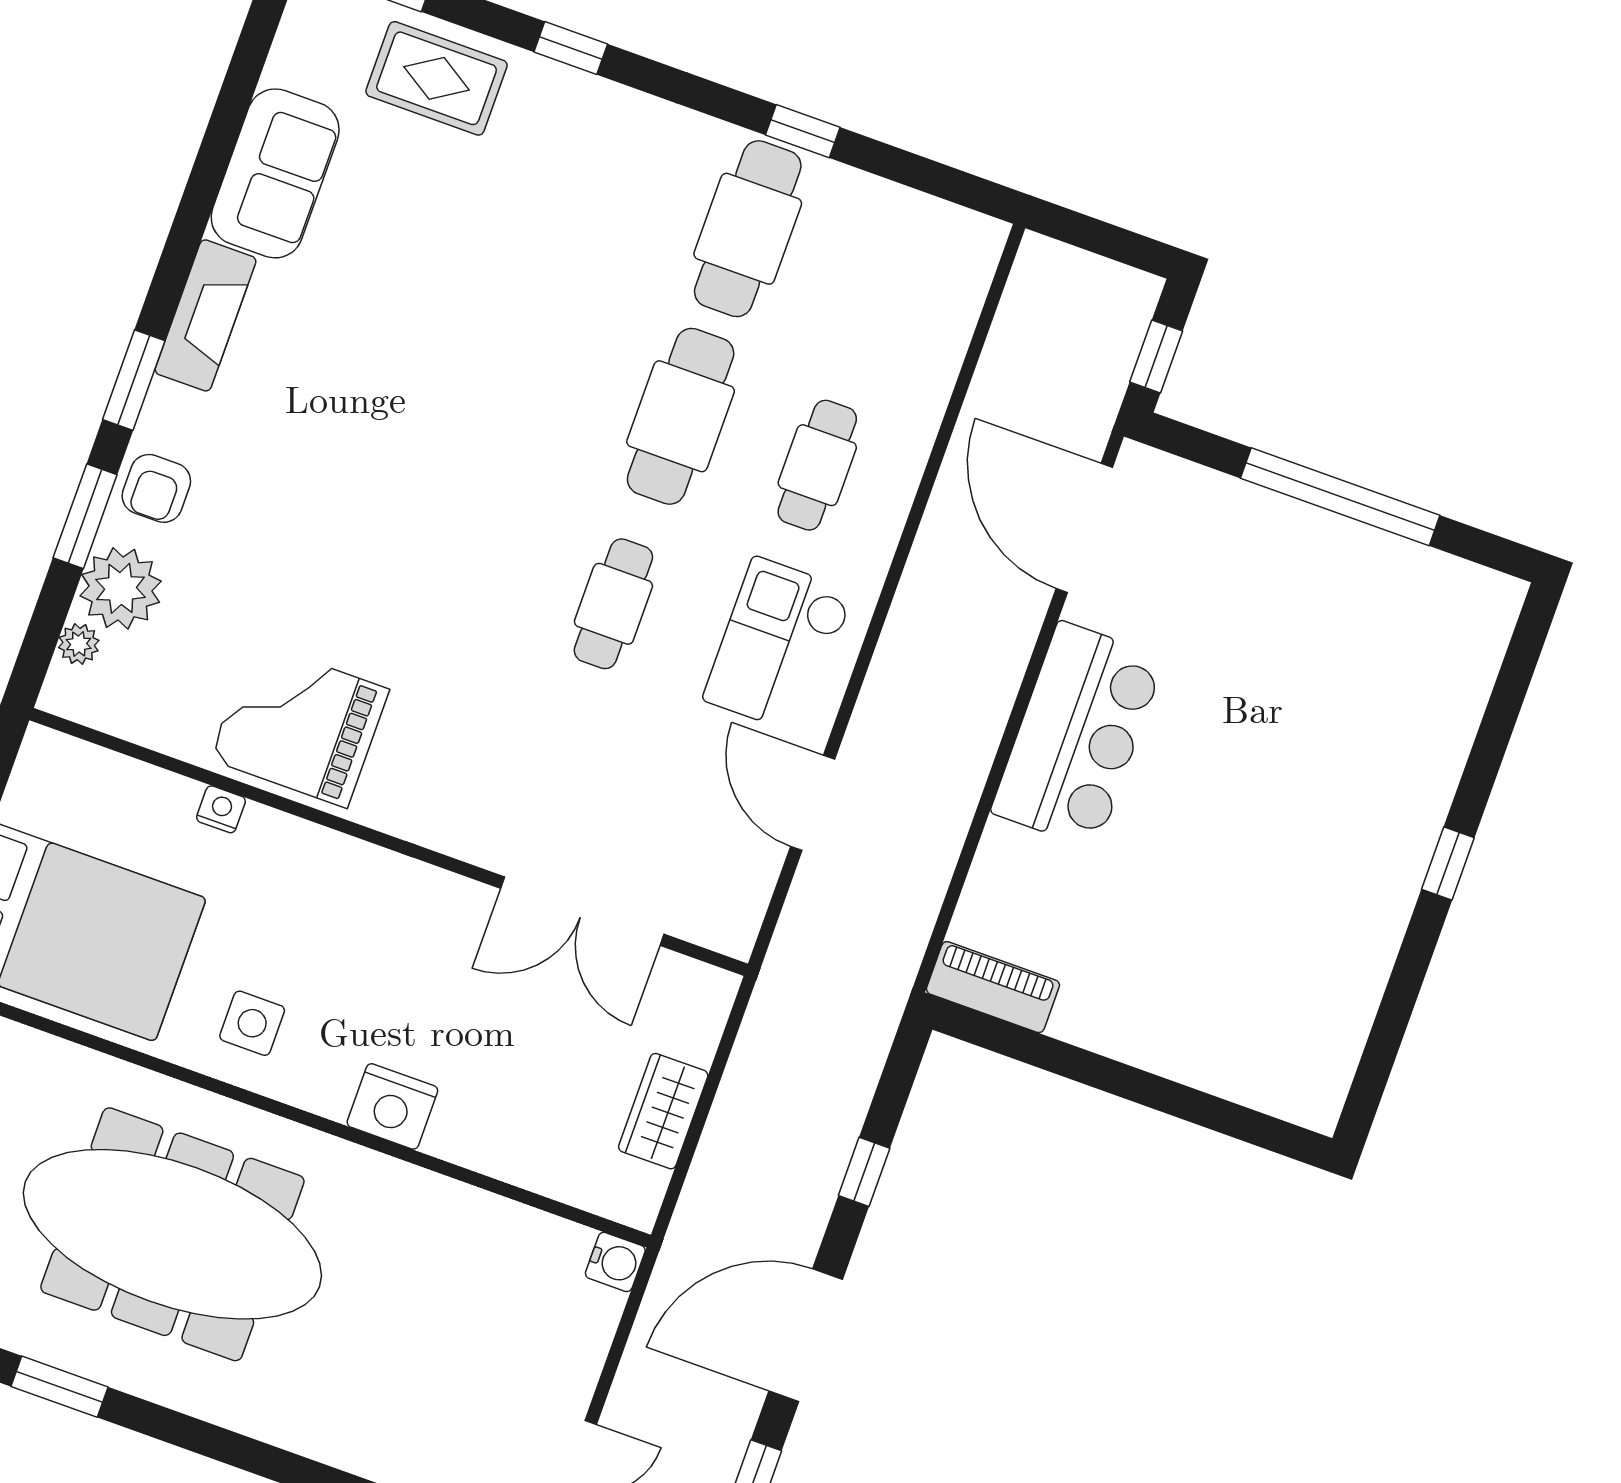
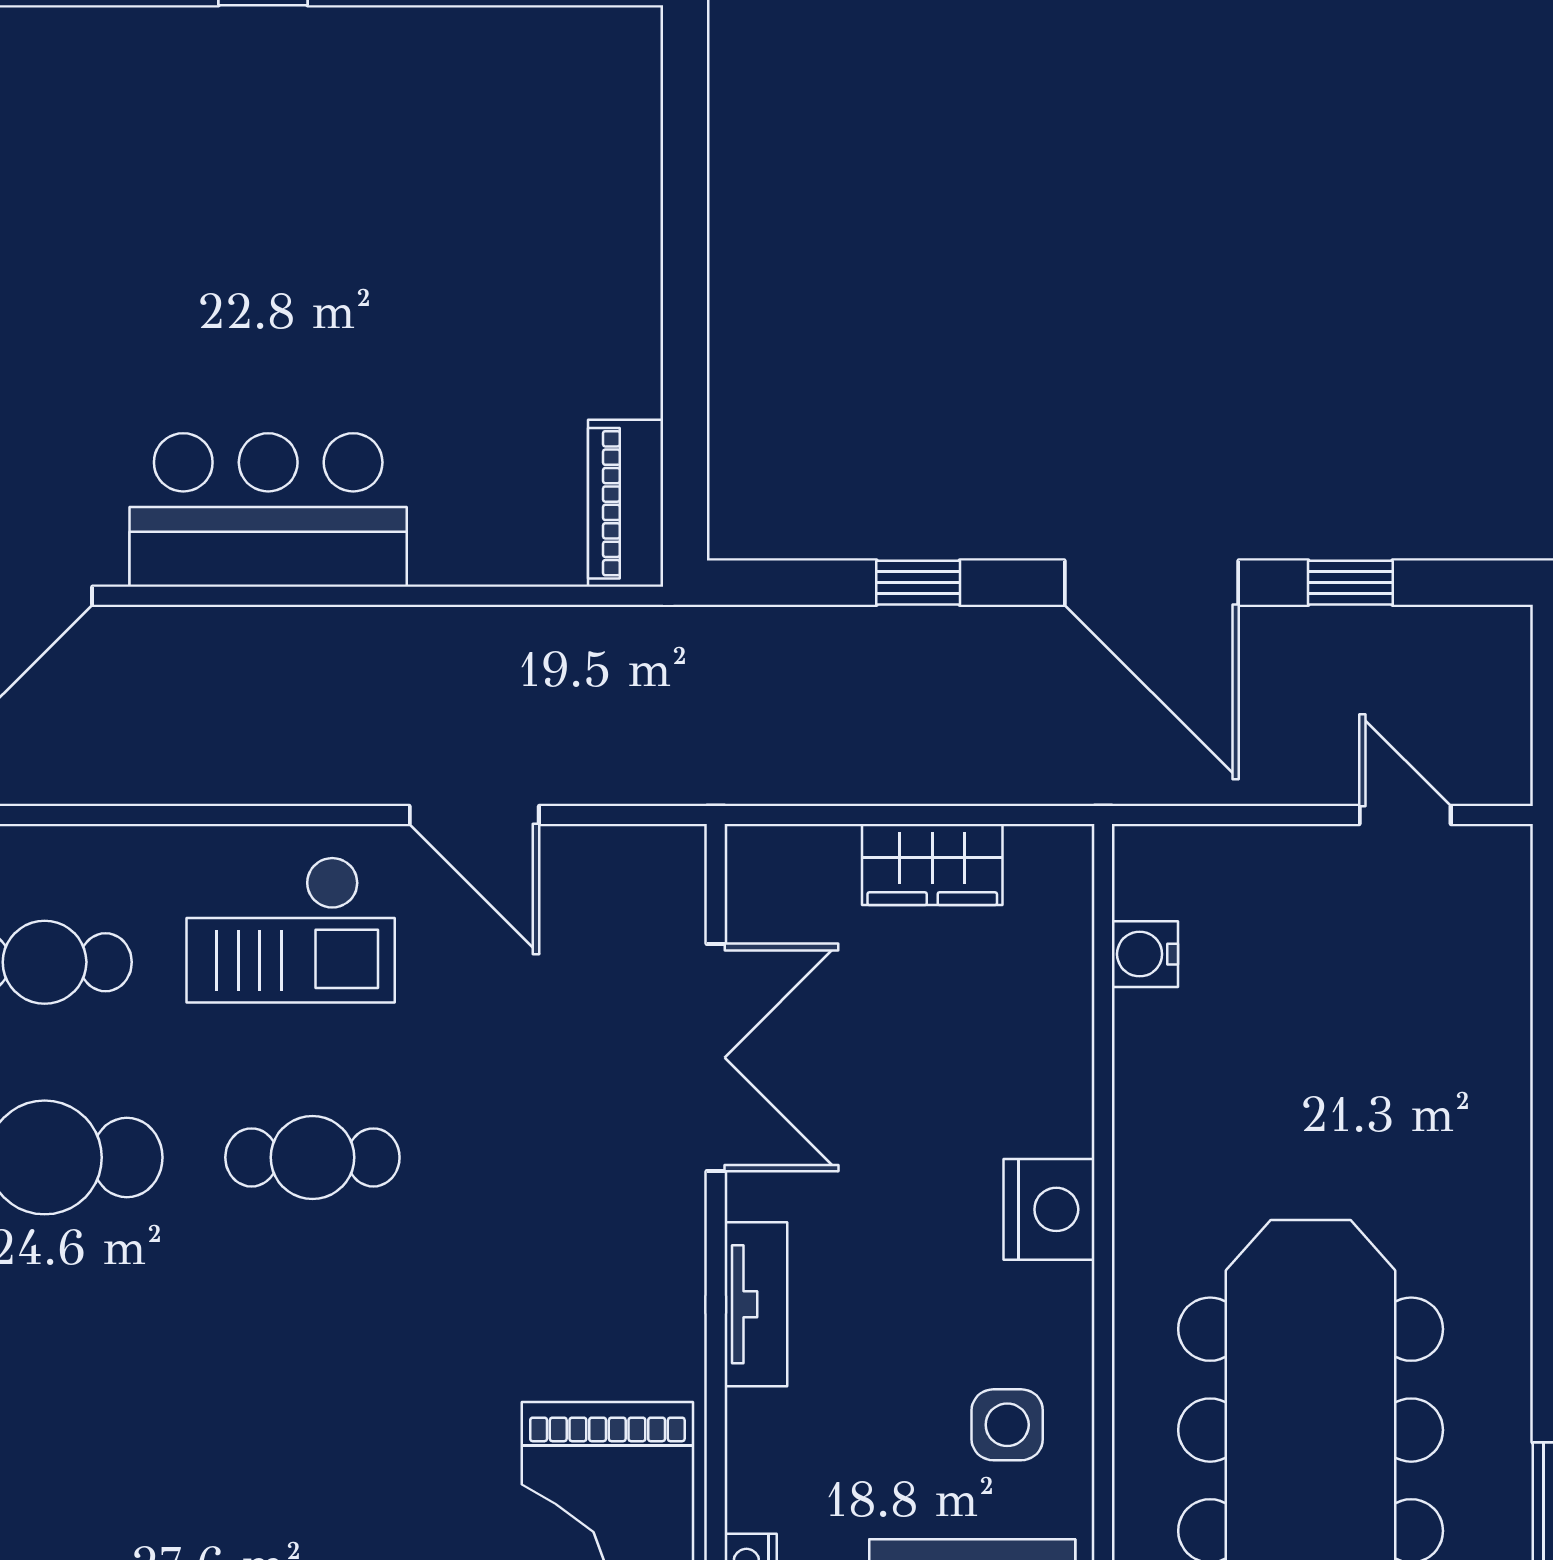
door: (813, 803) -> (474, 815), hinge flipped
tv unit: (400, 877) -> (756, 1304), added
water cooler: (615, 1262) -> (1145, 954), moved, turned -90

